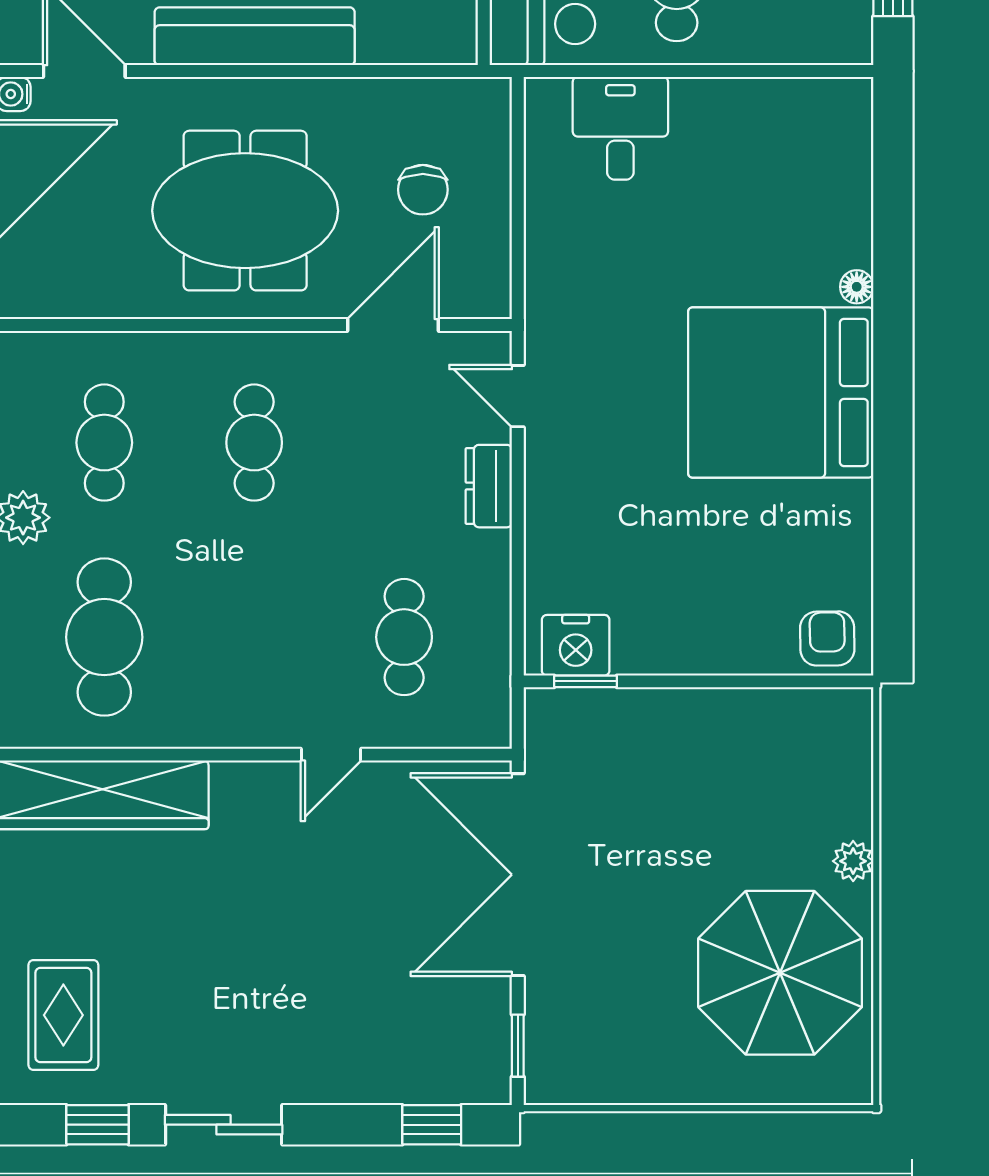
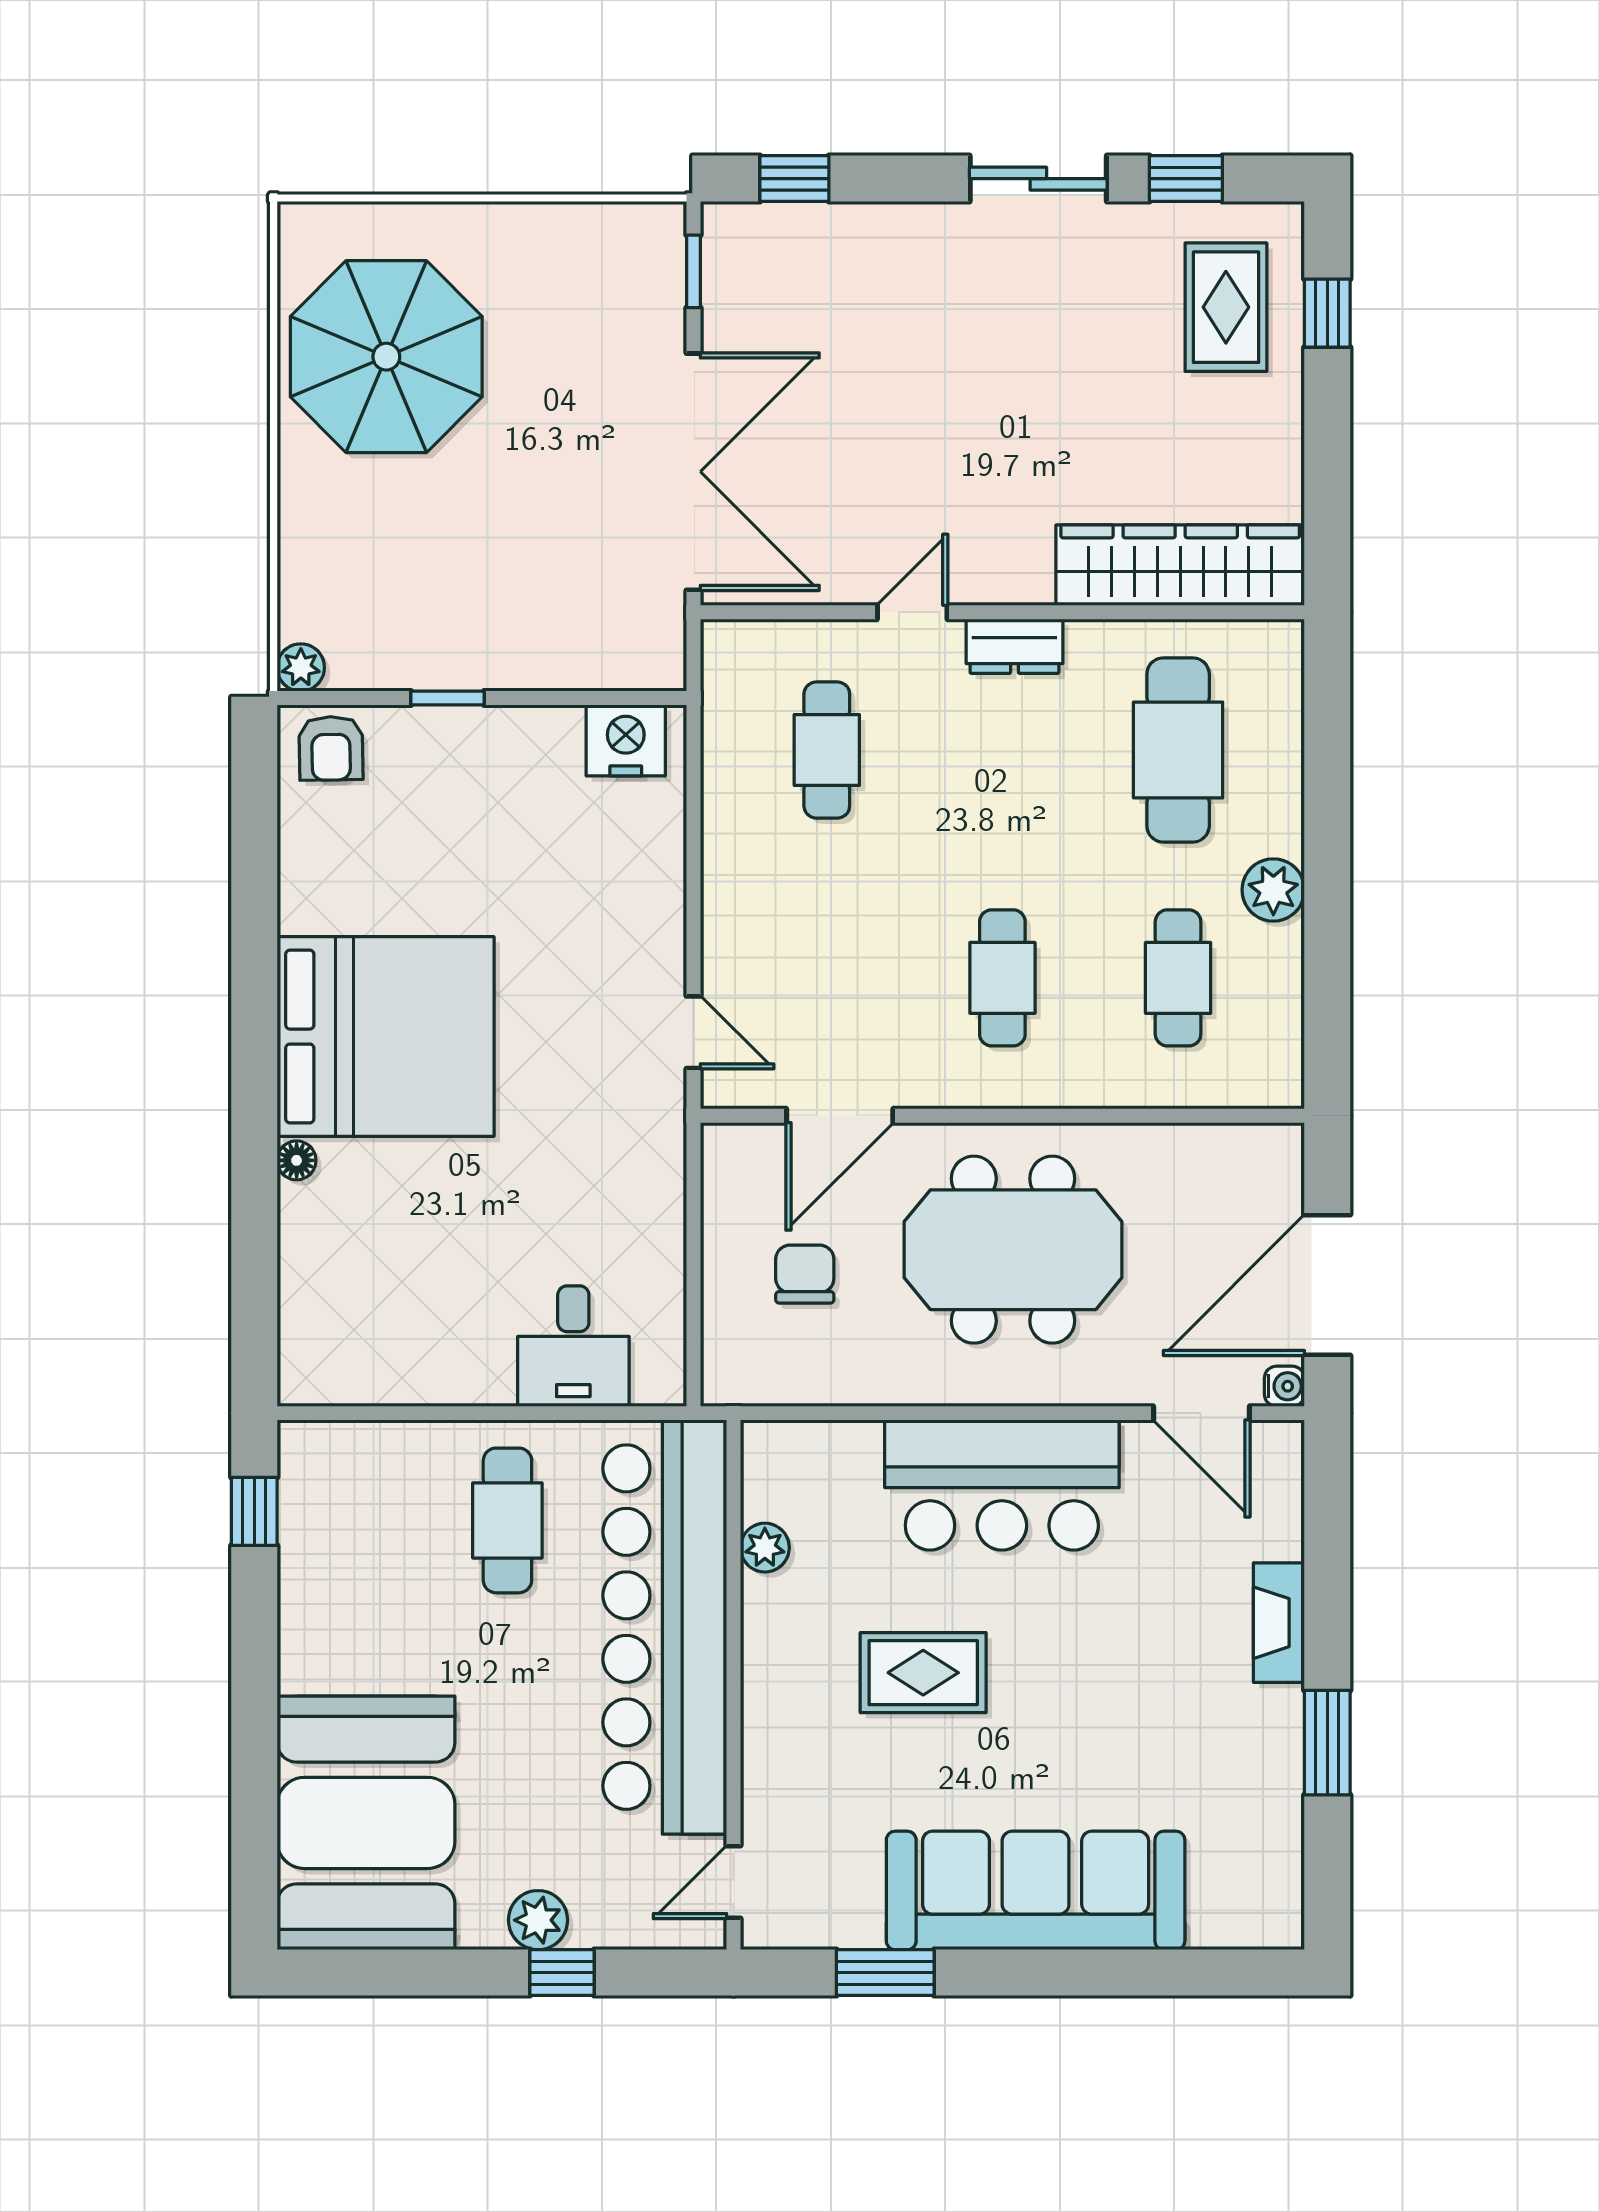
dresser: (489, 486) -> (1014, 646), moved, turned 90
window: (585, 681) -> (447, 698), moved
plant: (853, 861) -> (301, 667), moved

